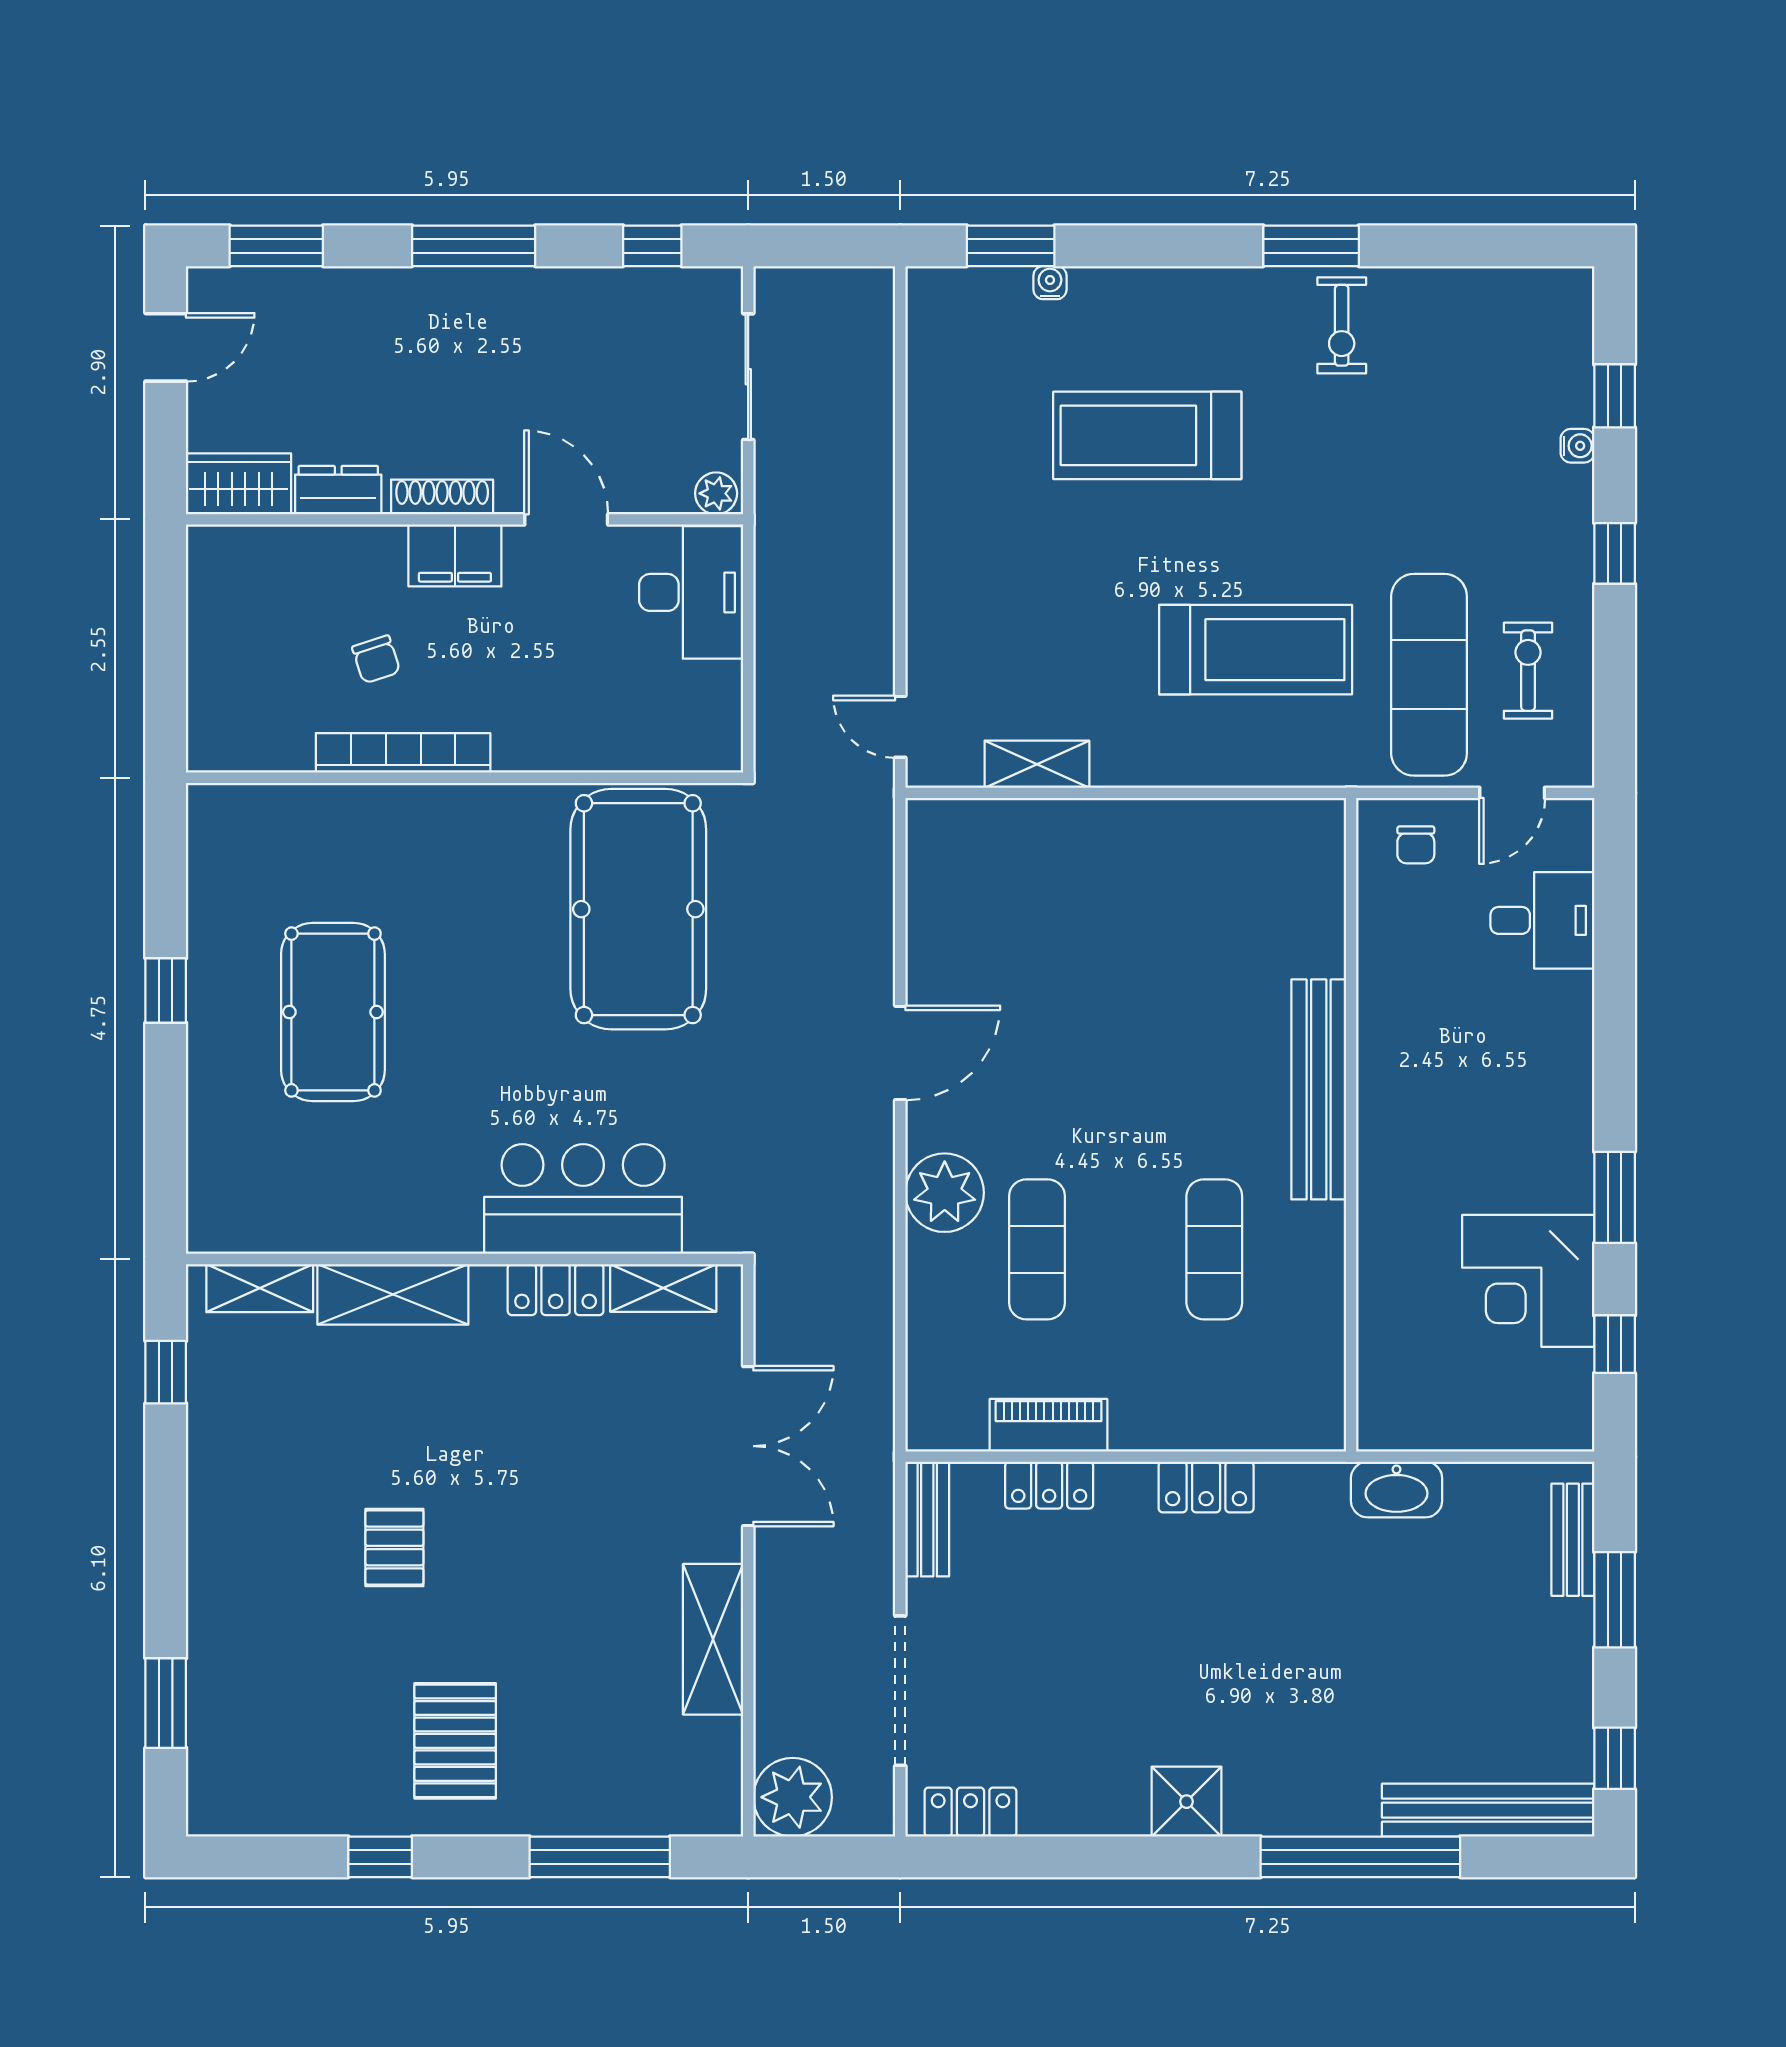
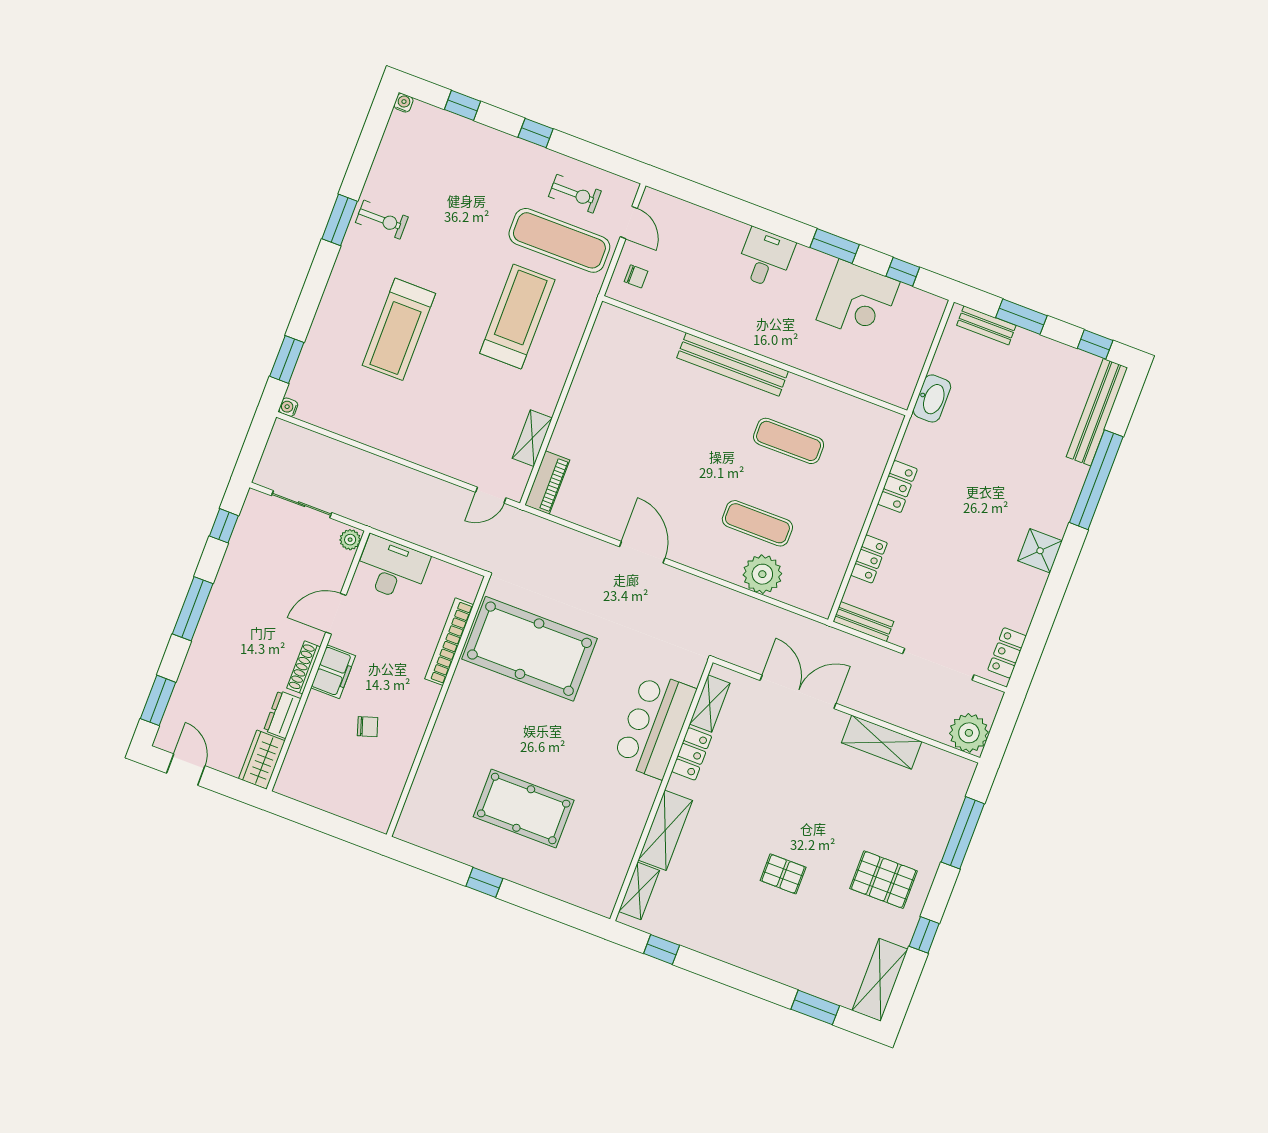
water cooler: (1050, 283) -> (288, 407), moved
water cooler: (1577, 446) -> (403, 103), moved
exercise bike: (1528, 671) -> (575, 194), turned 180
bookcase: (403, 753) -> (449, 642), moved
desk: (1542, 920) -> (765, 258), moved
plant: (945, 1193) -> (762, 574), moved
piano: (1049, 1425) -> (547, 483), moved, turned 180
shelving: (264, 1805) -> (880, 980), added

